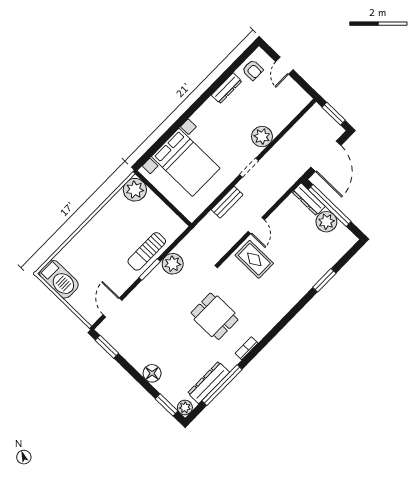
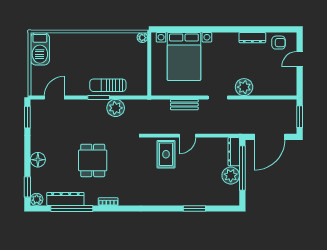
armchair: (253, 70) -> (279, 43), turned -90
plant: (135, 190) -> (142, 38), width x0.53, depth x0.53
dining table: (215, 316) -> (93, 160), moved

